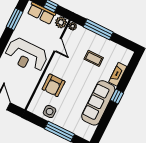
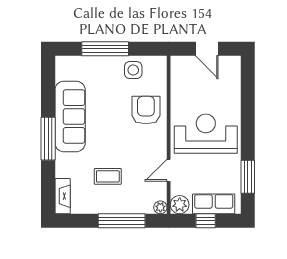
door: (58, 45) -> (169, 170), hinge flipped
fireplace: (118, 74) -> (63, 196), moved
window: (117, 97) -> (48, 139), width x2.17

